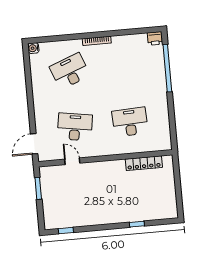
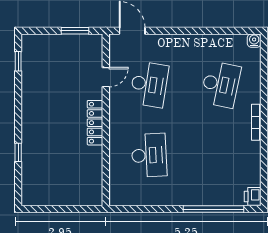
desk: (70, 71) -> (221, 84), turned 33
locker: (144, 163) -> (95, 123), moved

